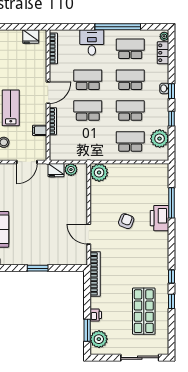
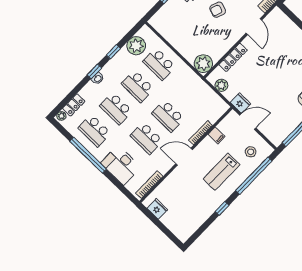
desk: (92, 42) -> (121, 165), width x1.37
fridge: (56, 170) -> (240, 103), moved
locker: (82, 198) -> (233, 57), added

